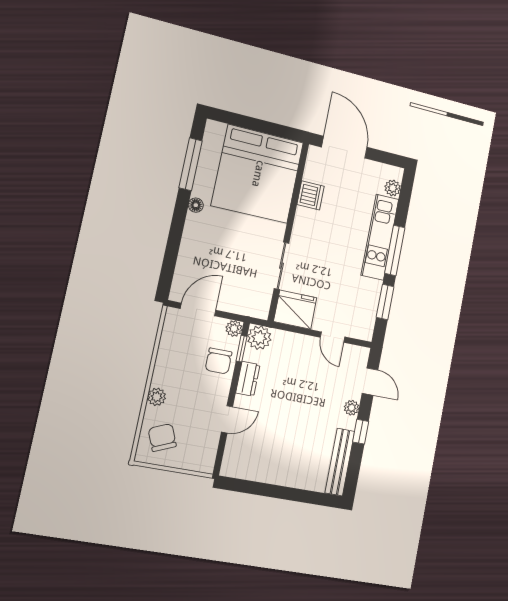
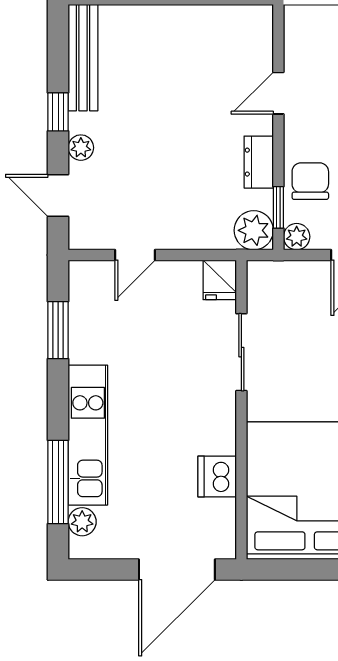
door: (344, 147) -> (177, 569), hinge flipped
window: (395, 250) -> (58, 482), moved
fridge: (295, 310) -> (220, 280), width x0.53, depth x0.75
door: (333, 337) -> (135, 255), swing flipped

